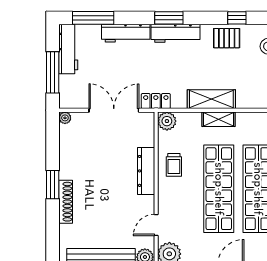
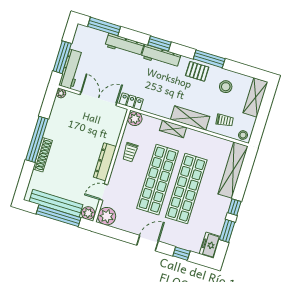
window: (237, 18) -> (209, 59), width x2.17
workbench: (68, 49) -> (71, 69), moved
shelving: (211, 99) -> (190, 118), moved
dresser: (146, 171) -> (105, 162), moved
window: (53, 185) -> (37, 139), width x2.11

